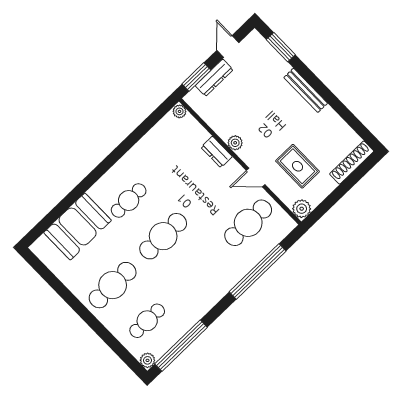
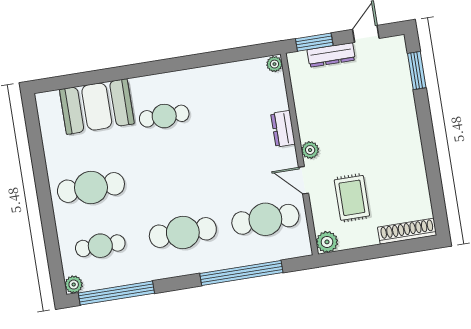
bench: (306, 90) -> (412, 130), removed
plant: (235, 143) -> (310, 150), moved
cafe table: (163, 236) -> (183, 232), moved

